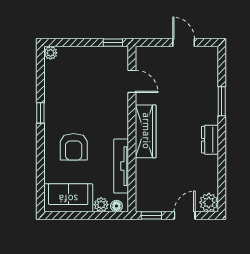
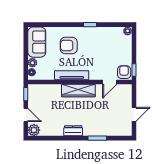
armchair: (116, 58) -> (124, 72), added
tv unit: (121, 166) -> (72, 75), moved

